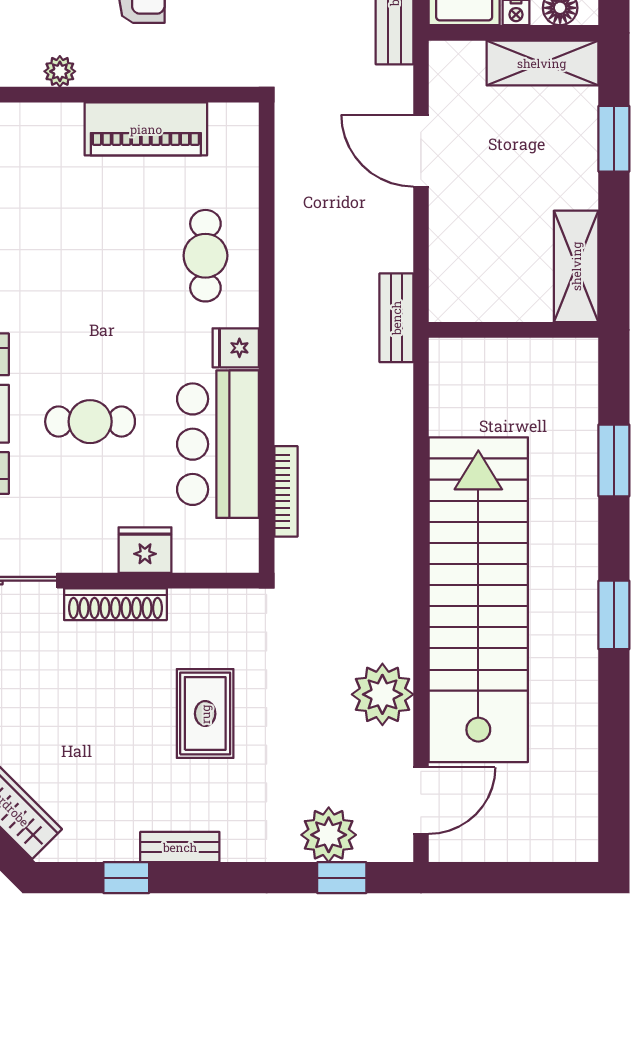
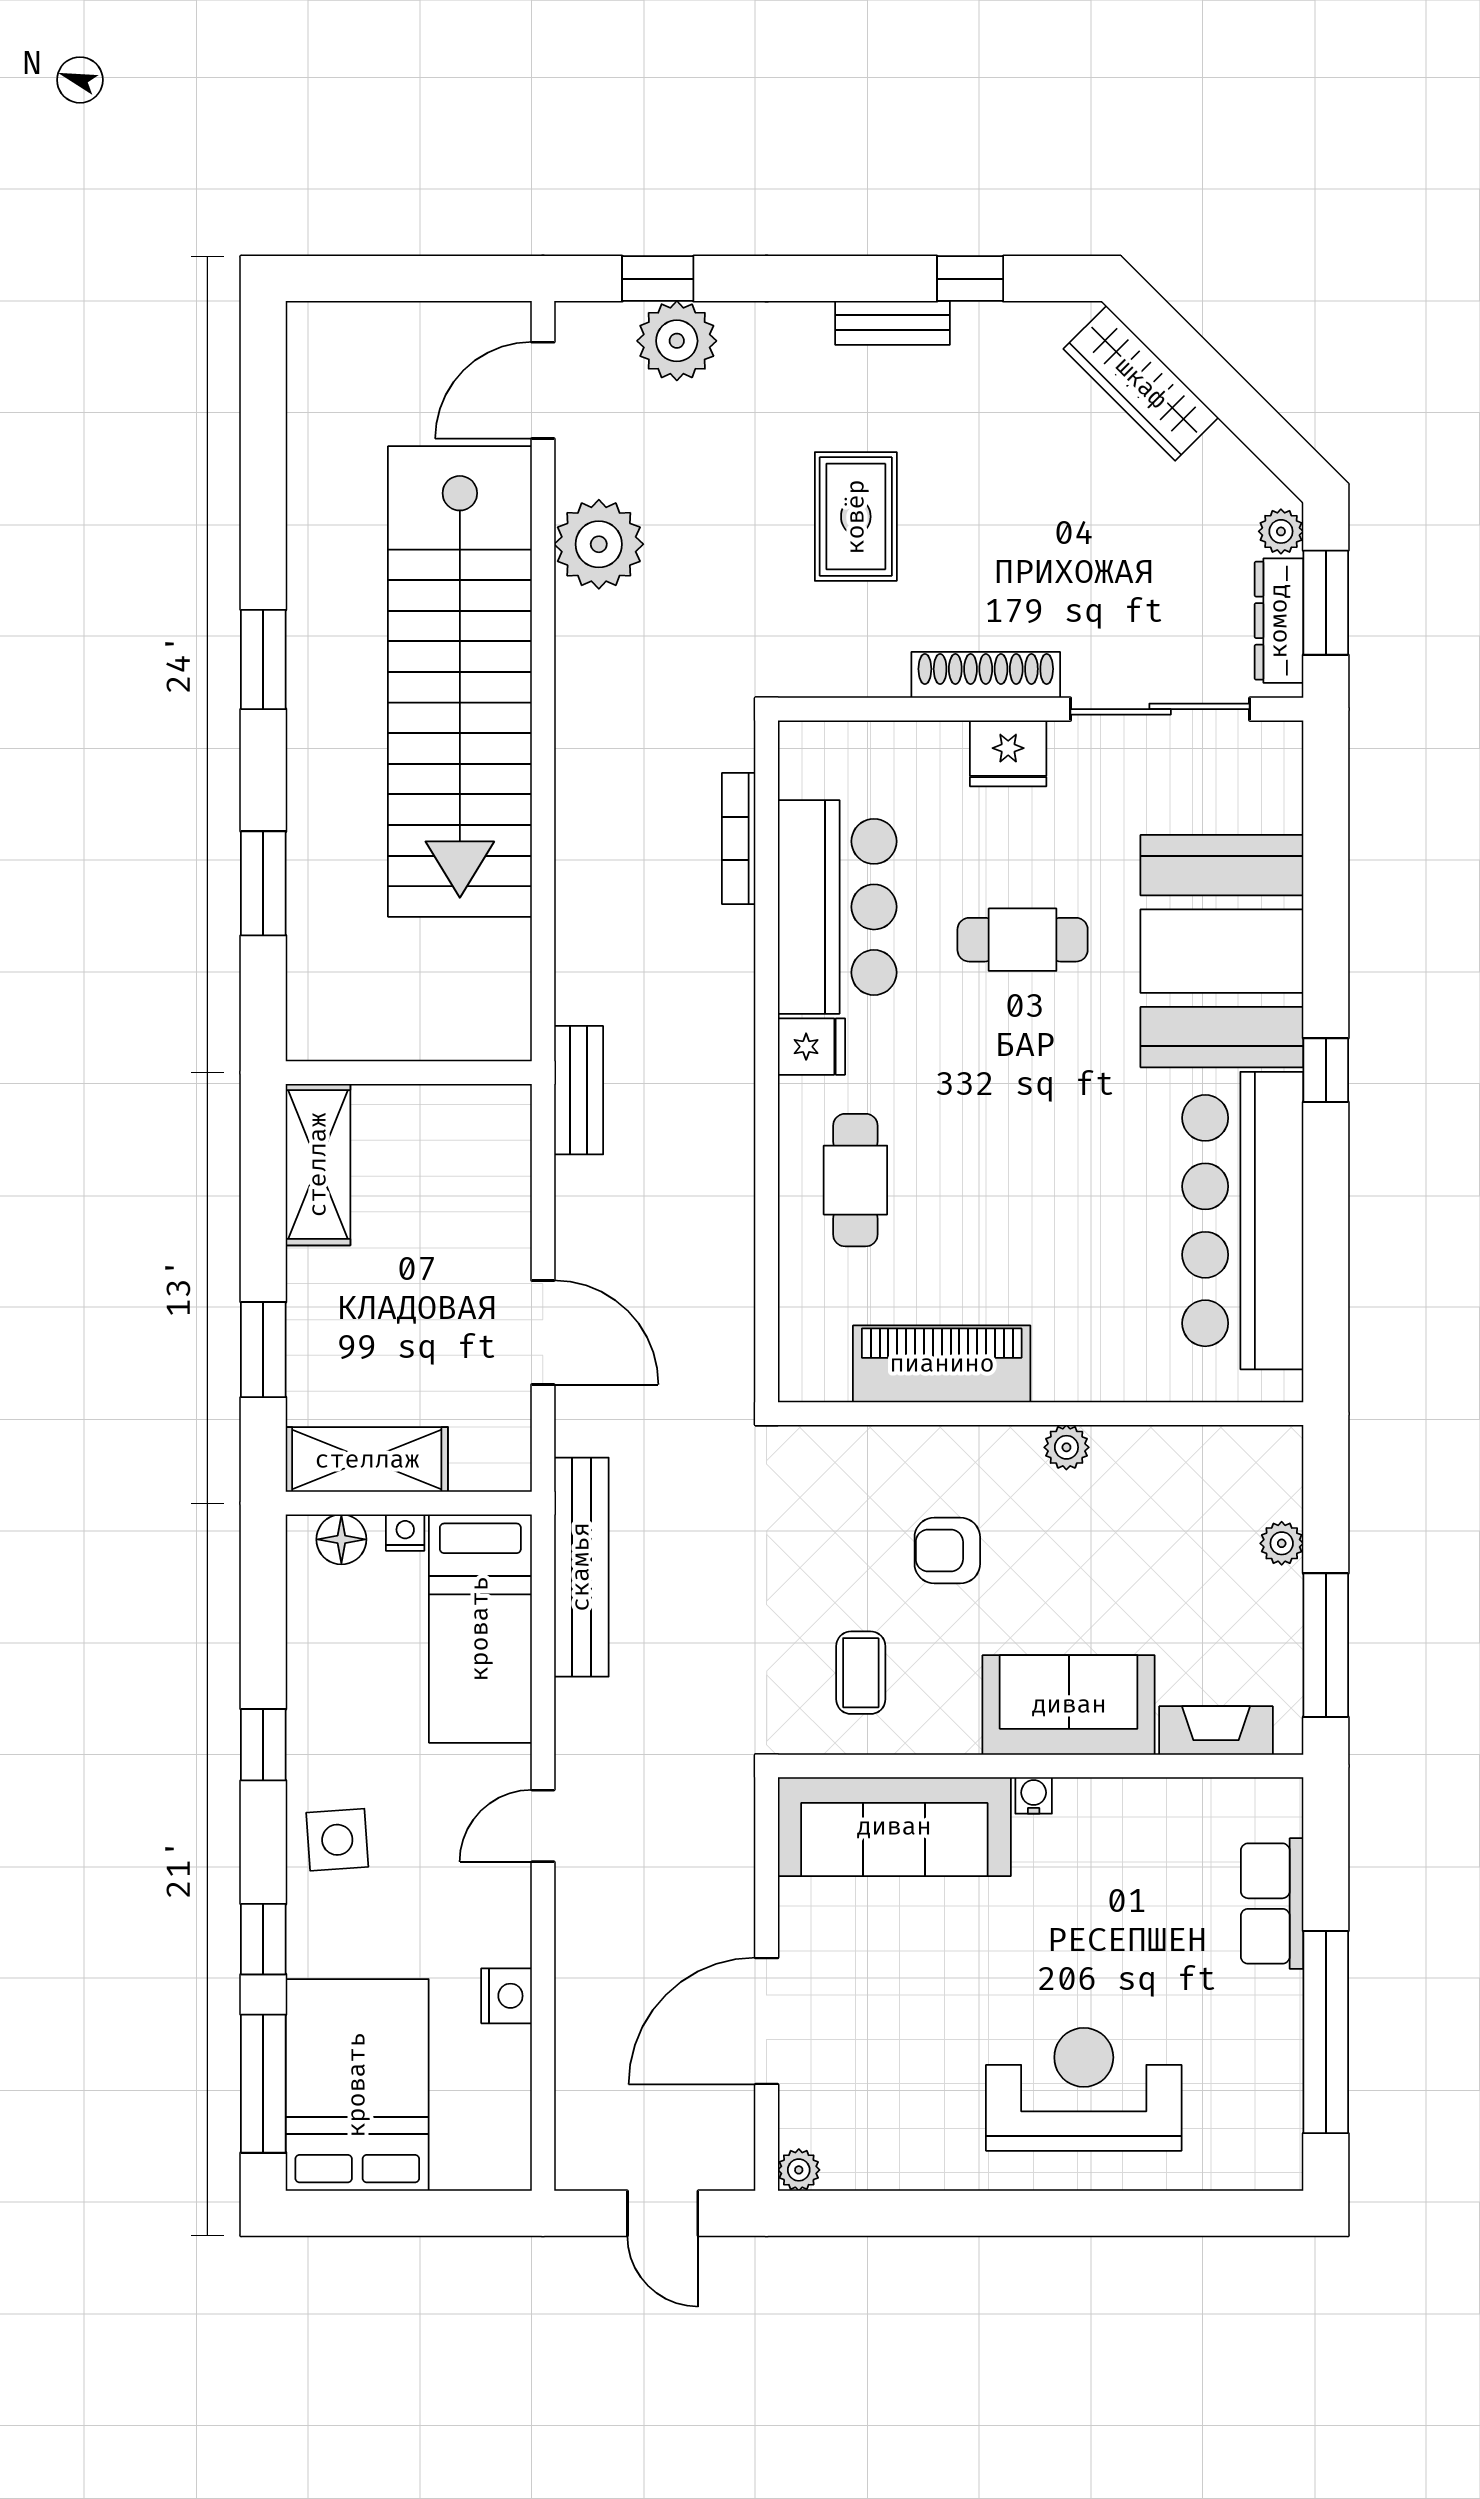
fridge: (145, 550) -> (1008, 753), moved

